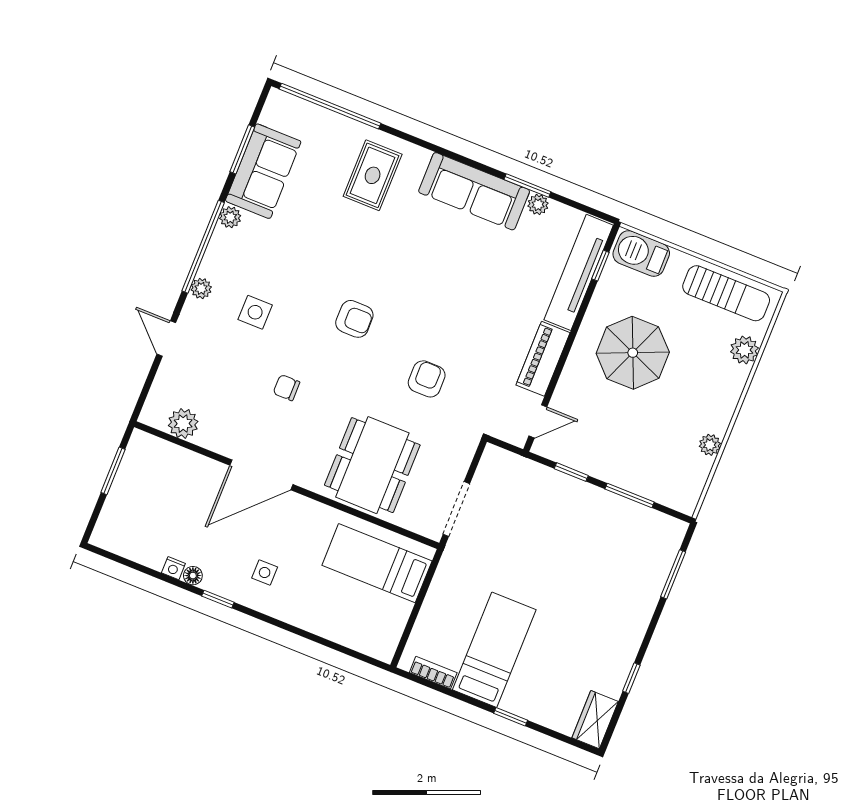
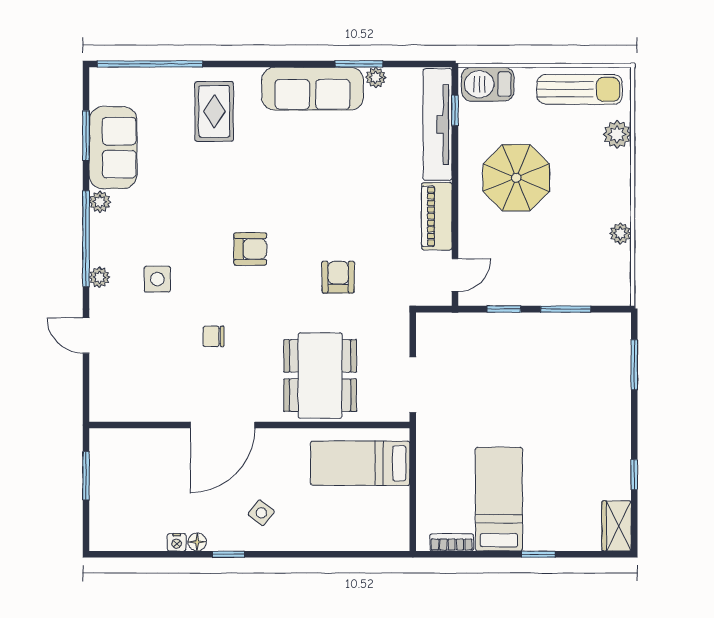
plant: (183, 424) -> (132, 407), removed
side table: (265, 572) -> (261, 513), turned 38

